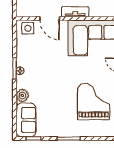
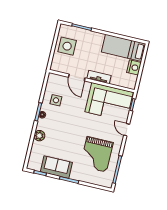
side table: (28, 28) -> (56, 100), moved
grand piano: (94, 101) -> (97, 154), turned 180
sofa: (26, 120) -> (56, 167), moved, turned -90

